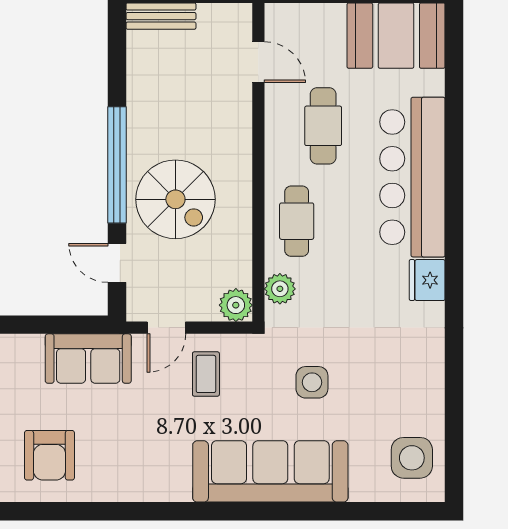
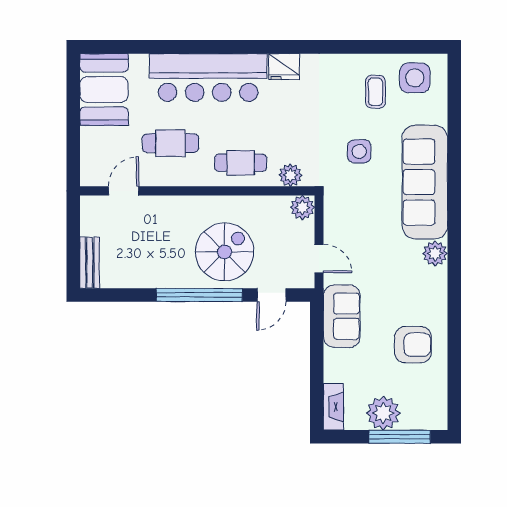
coffee table: (206, 374) -> (375, 92), moved, turned 90
plant: (173, 485) -> (435, 253), added

